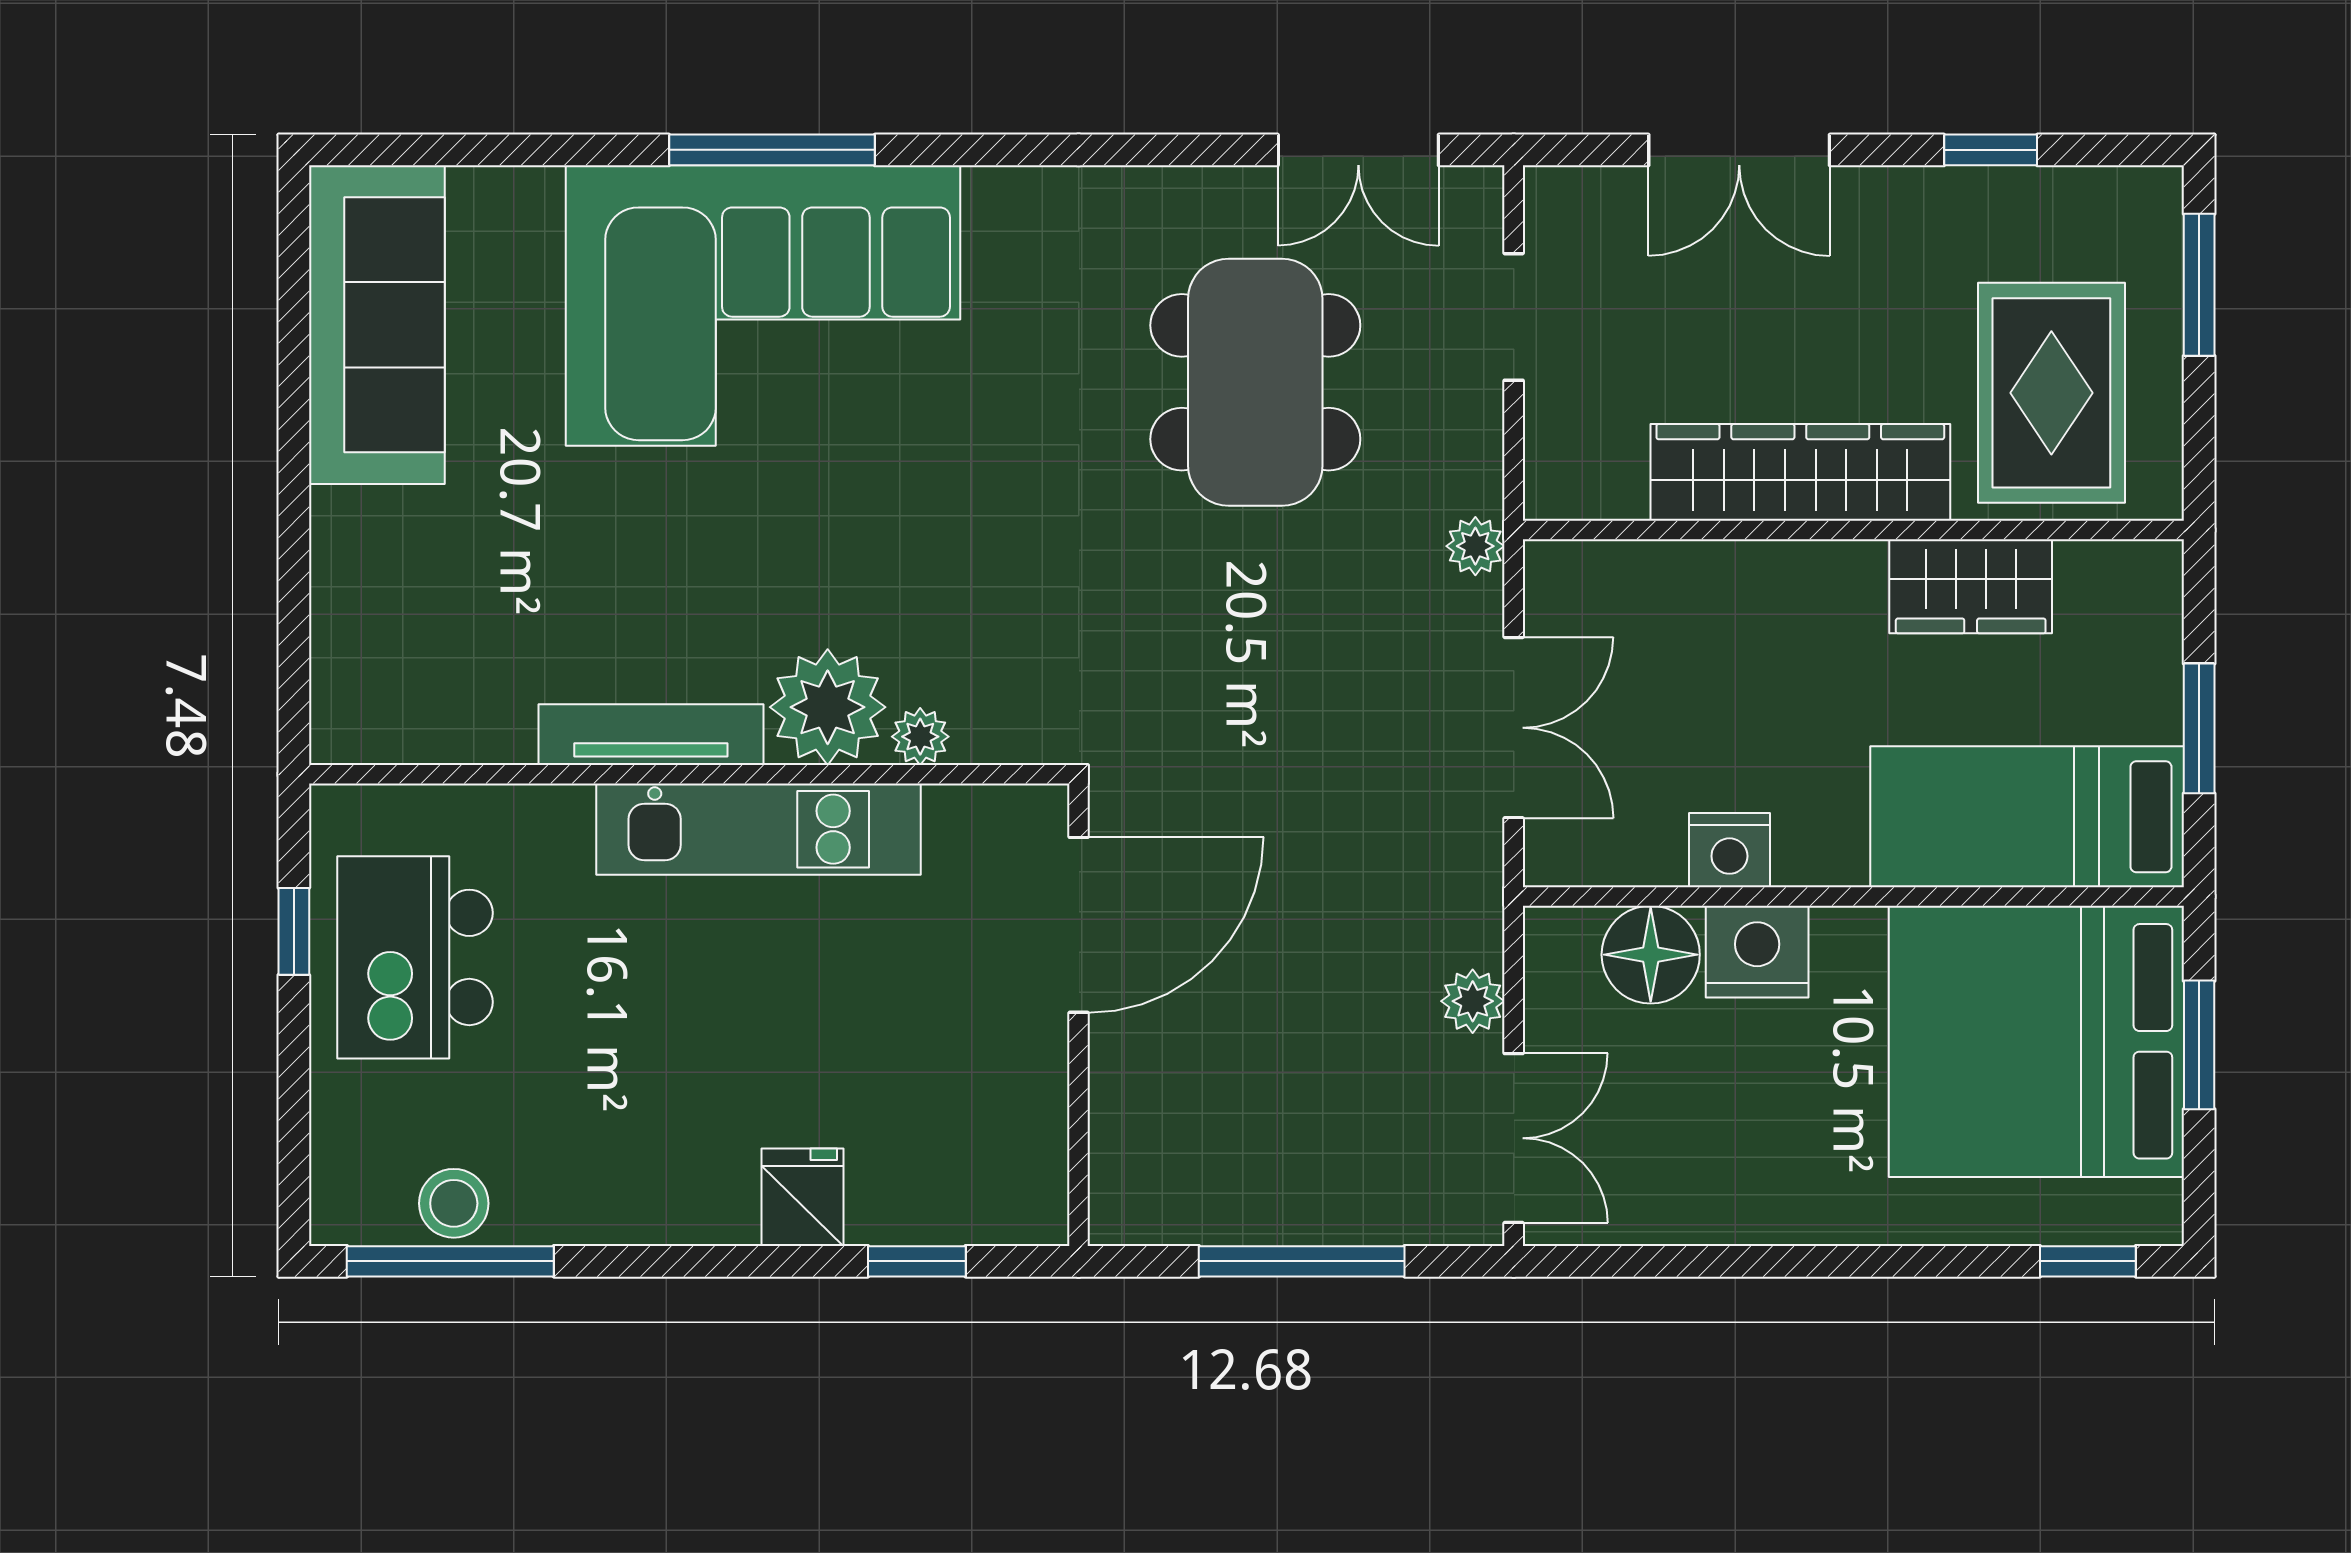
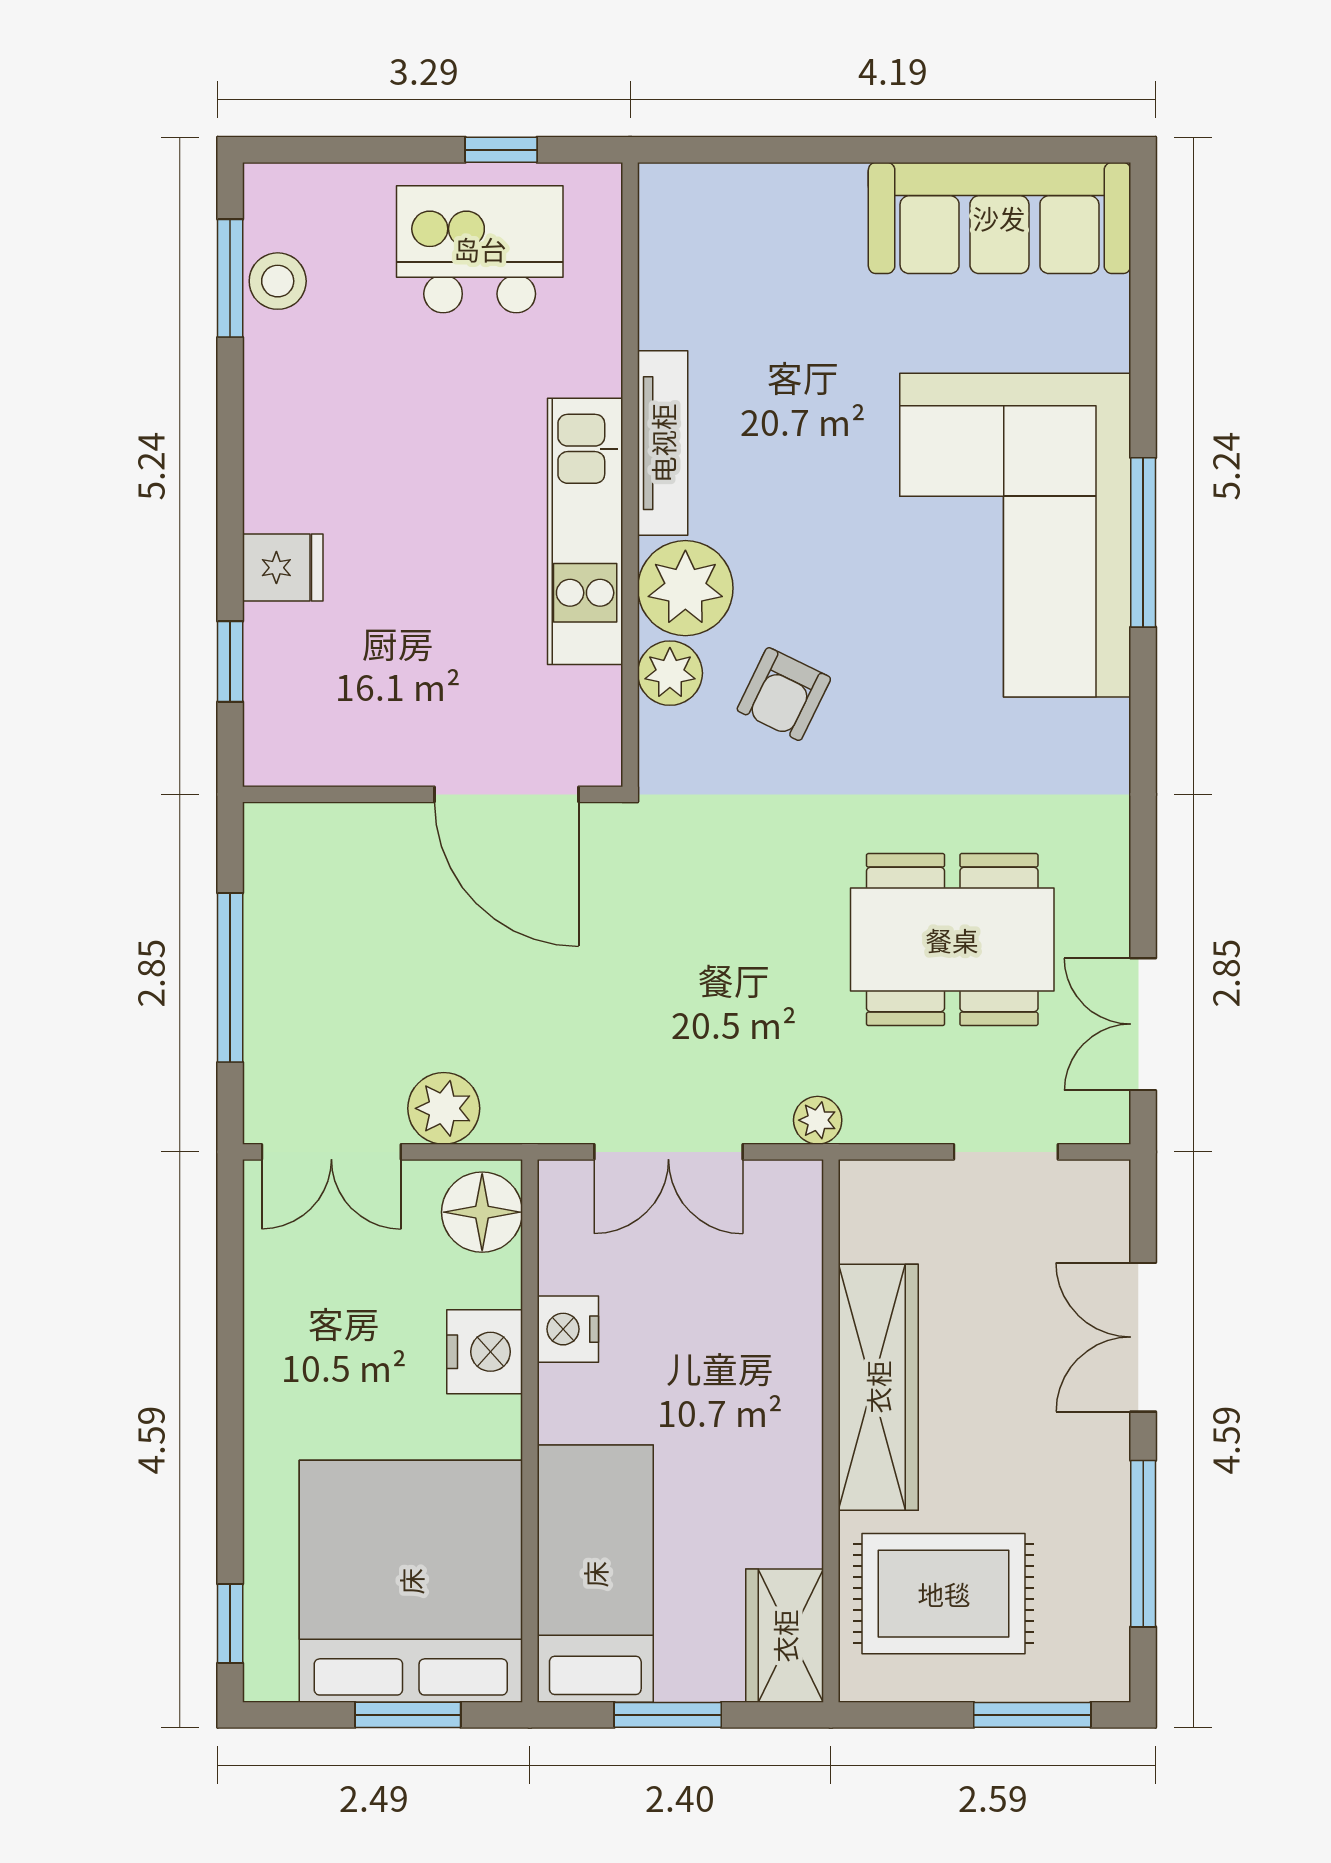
window: (1991, 150) -> (1143, 1544), width x2.17
wardrobe: (1971, 586) -> (785, 1636), moved
armchair: (956, 587) -> (784, 694), added
plant: (920, 737) -> (670, 673), width x1.38, depth x1.38
floor lamp: (1651, 955) -> (482, 1212), moved
plant: (1473, 1001) -> (444, 1108), width x1.38, depth x1.38
window: (450, 1261) -> (230, 278), width x0.69

